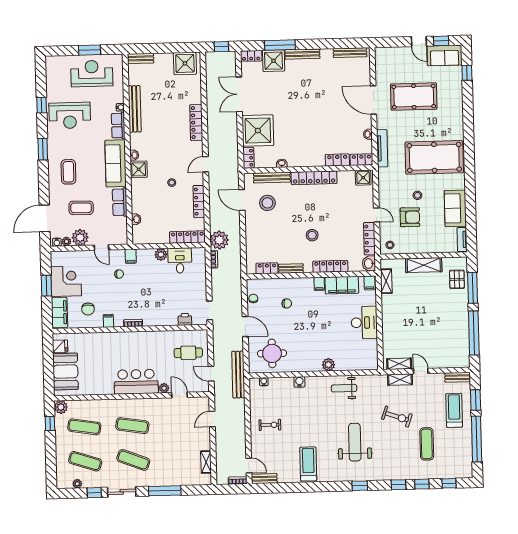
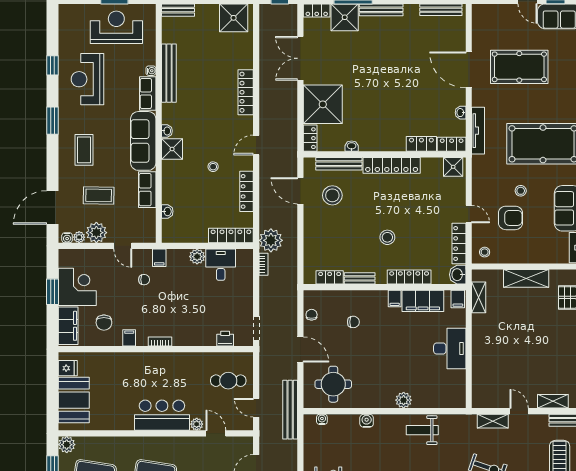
reception desk: (70, 115) -> (87, 79), turned 90
shelving: (399, 364) -> (553, 401), moved

